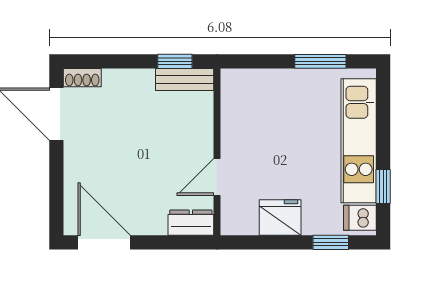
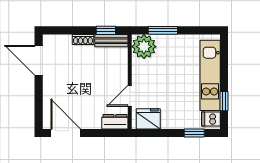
window: (320, 61) -> (163, 30), moved
shoe rack: (82, 78) -> (83, 39), moved
plant: (242, 90) -> (144, 47), added
fridge: (280, 218) -> (148, 119), moved

